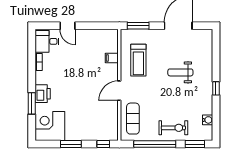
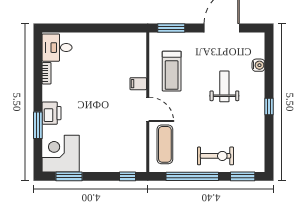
door: (67, 26) -> (83, 28), removed
filing cabinet: (112, 58) -> (138, 84), moved
weight bench: (180, 72) -> (224, 86), turned 90
door: (119, 91) -> (148, 109), swing flipped
water cooler: (208, 120) -> (258, 65), moved
window: (71, 144) -> (69, 176), moved

